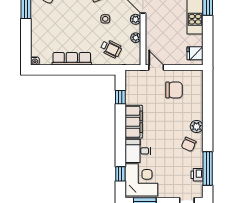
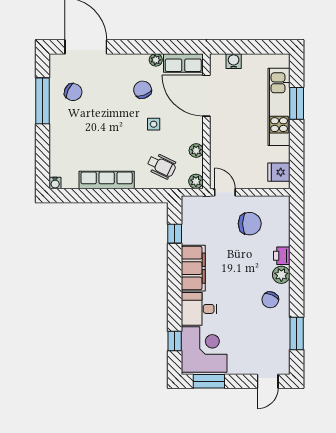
plant: (136, 19) -> (196, 181), moved
window: (208, 168) -> (297, 333), width x0.69
printer: (197, 175) -> (282, 256), moved

